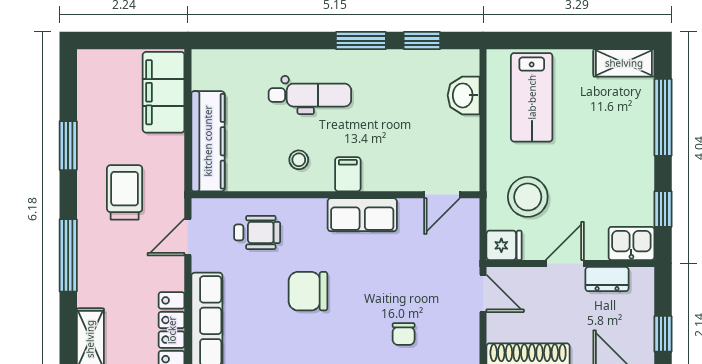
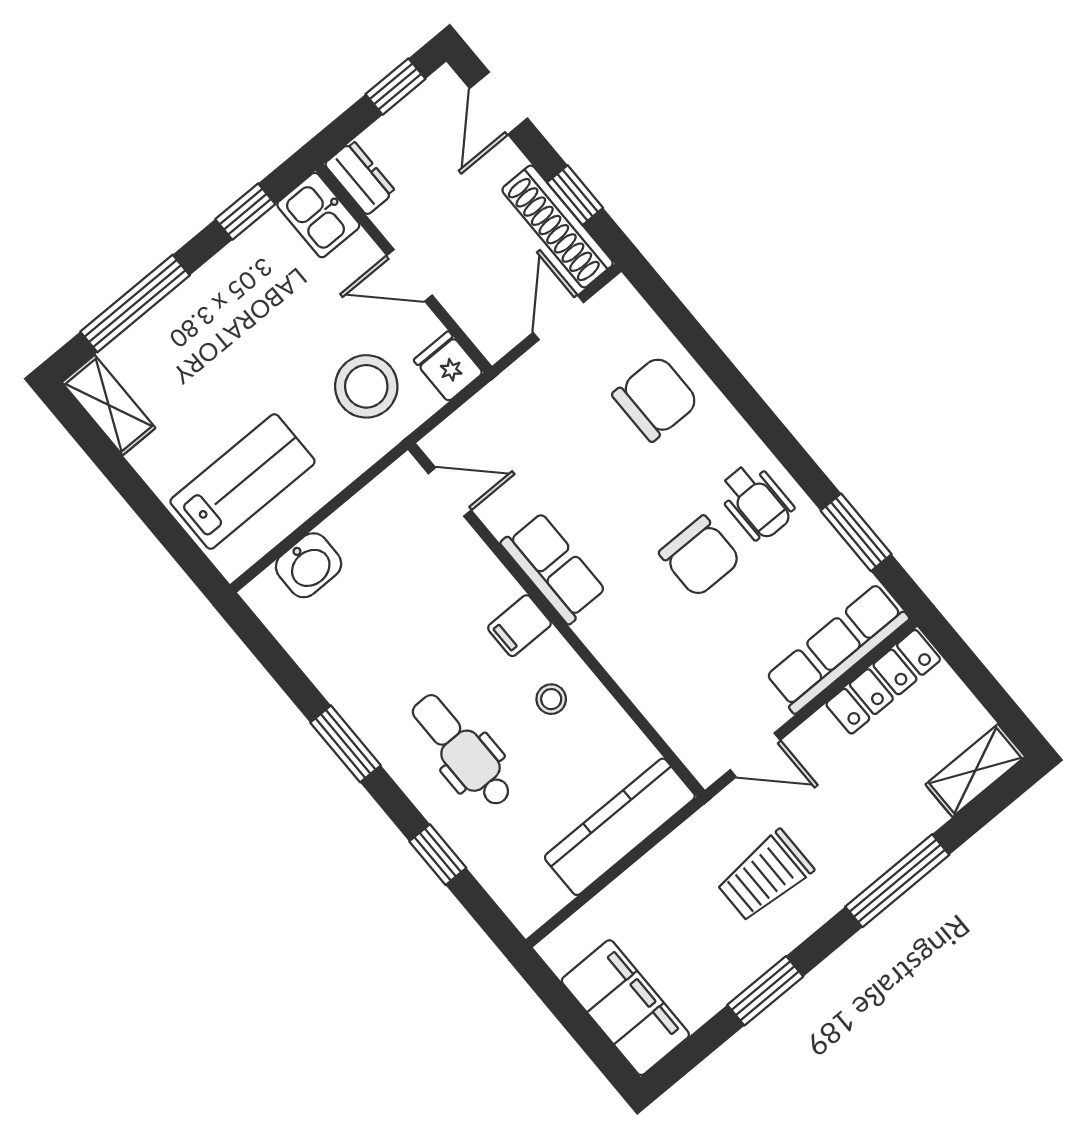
window: (422, 41) -> (438, 855), moved
filing cabinet: (164, 92) -> (625, 1008), moved, turned -90
wheelchair: (257, 232) -> (756, 502), moved, turned 180
dresser: (607, 279) -> (360, 178), moved
door: (483, 293) -> (558, 318), moved
chair: (404, 334) -> (656, 398), width x1.87, depth x1.87

